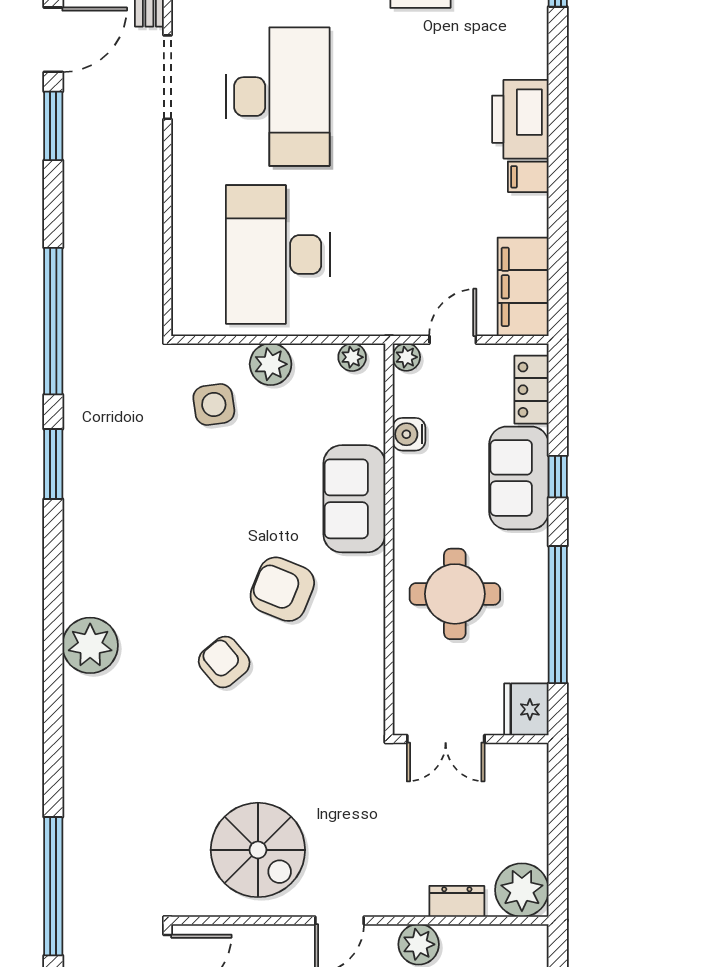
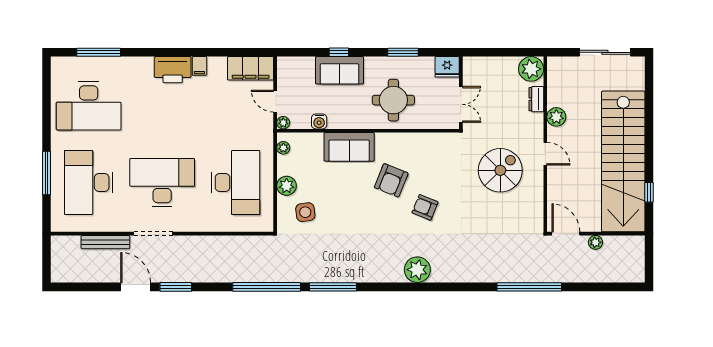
desk: (278, 254) -> (236, 182), turned -90
locker: (532, 390) -> (298, 64), removed
window: (53, 464) -> (333, 287), width x1.44
window: (558, 615) -> (403, 52), width x0.47
armchair: (224, 662) -> (425, 207), turned 62
spiral stairs: (258, 850) -> (500, 170), moved

